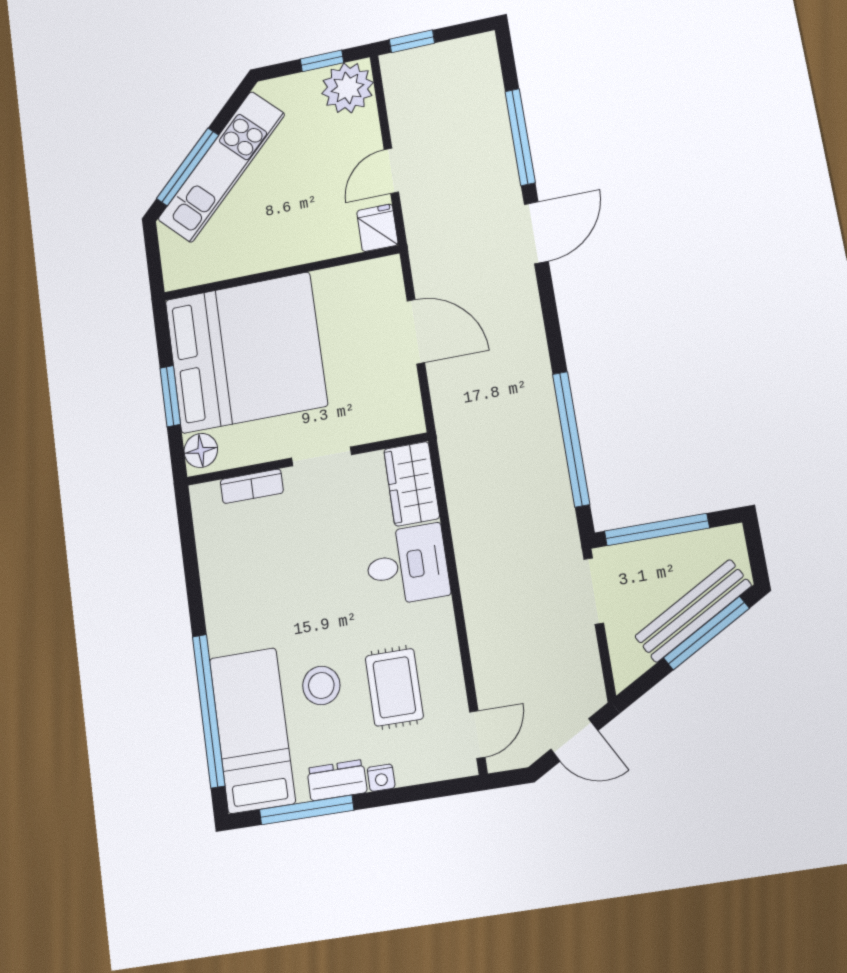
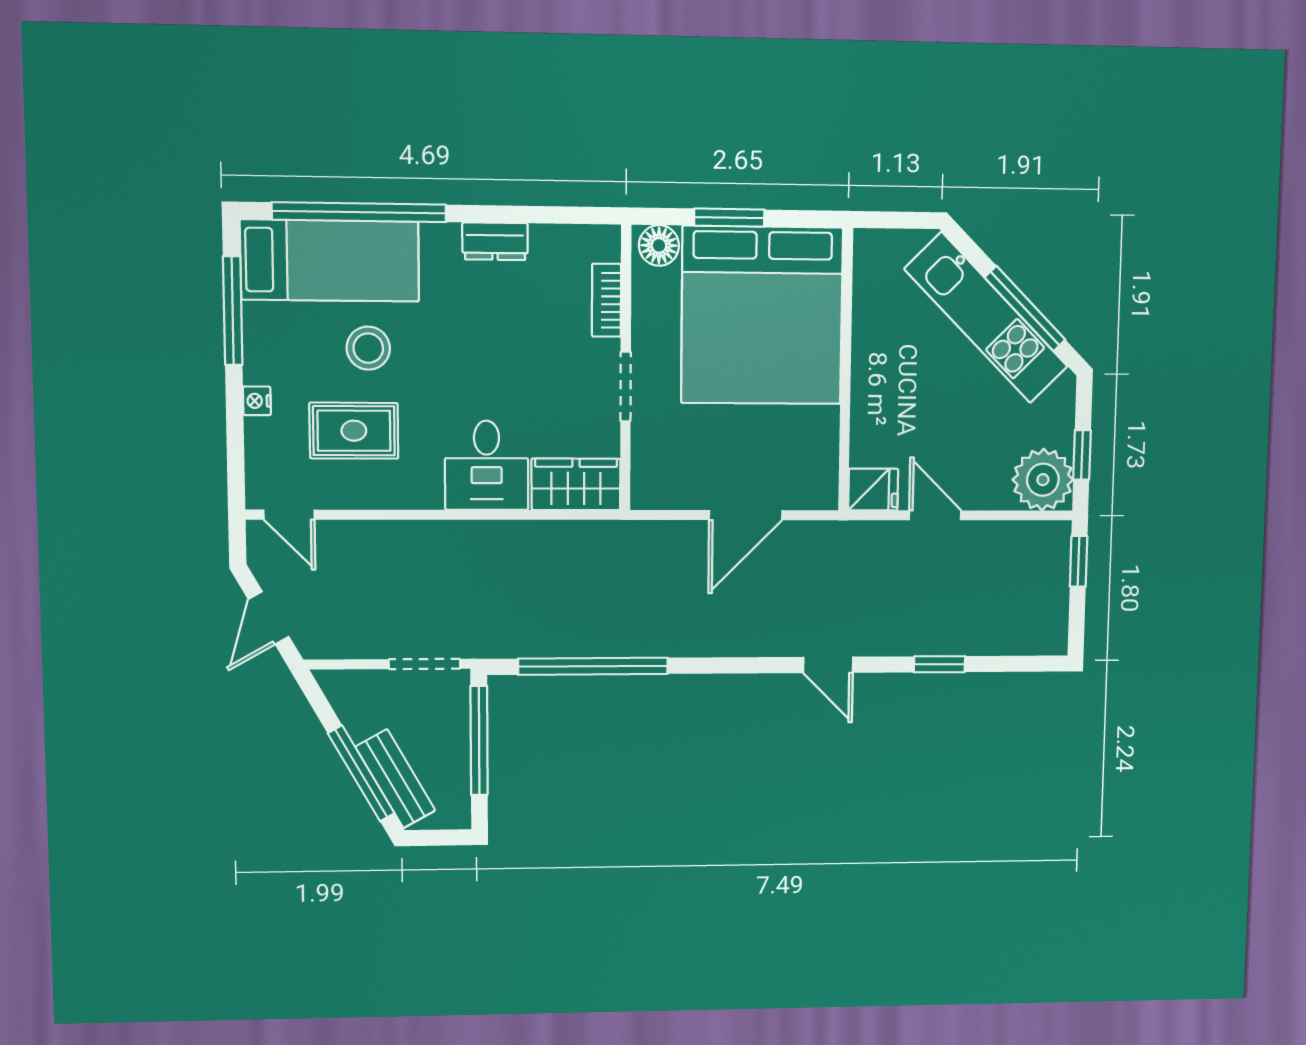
window: (520, 137) -> (939, 664), width x0.46
window: (188, 167) -> (1025, 309), moved
door: (536, 233) -> (828, 665), width x0.73
bench: (693, 611) -> (395, 779), width x0.73
dresser: (337, 780) -> (495, 241), moved, turned 90

